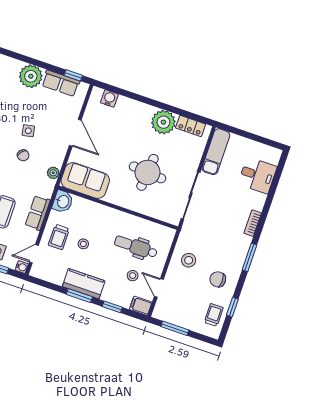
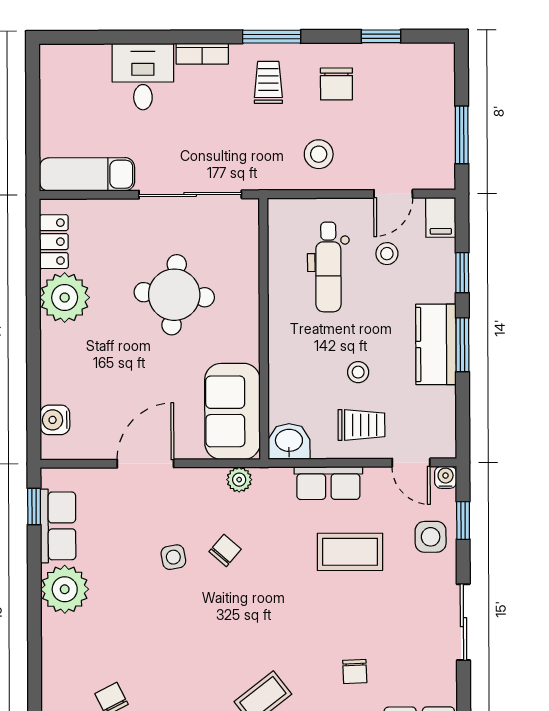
desk: (257, 175) -> (143, 77), moved
trolley: (214, 315) -> (268, 82), moved, turned 90

